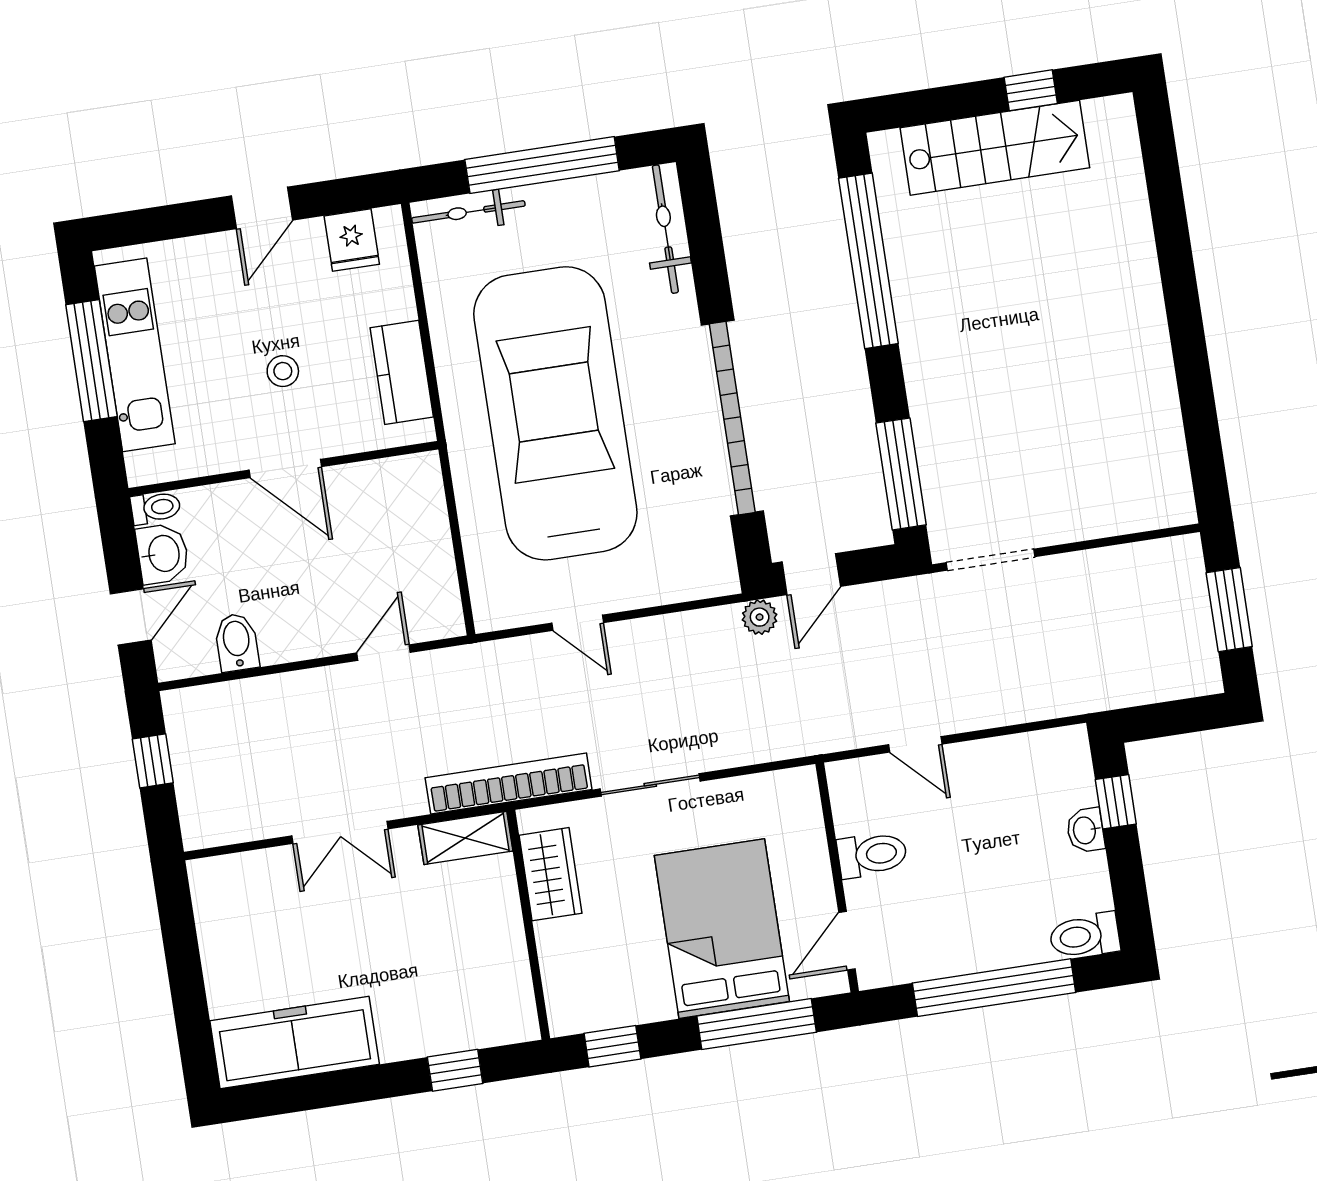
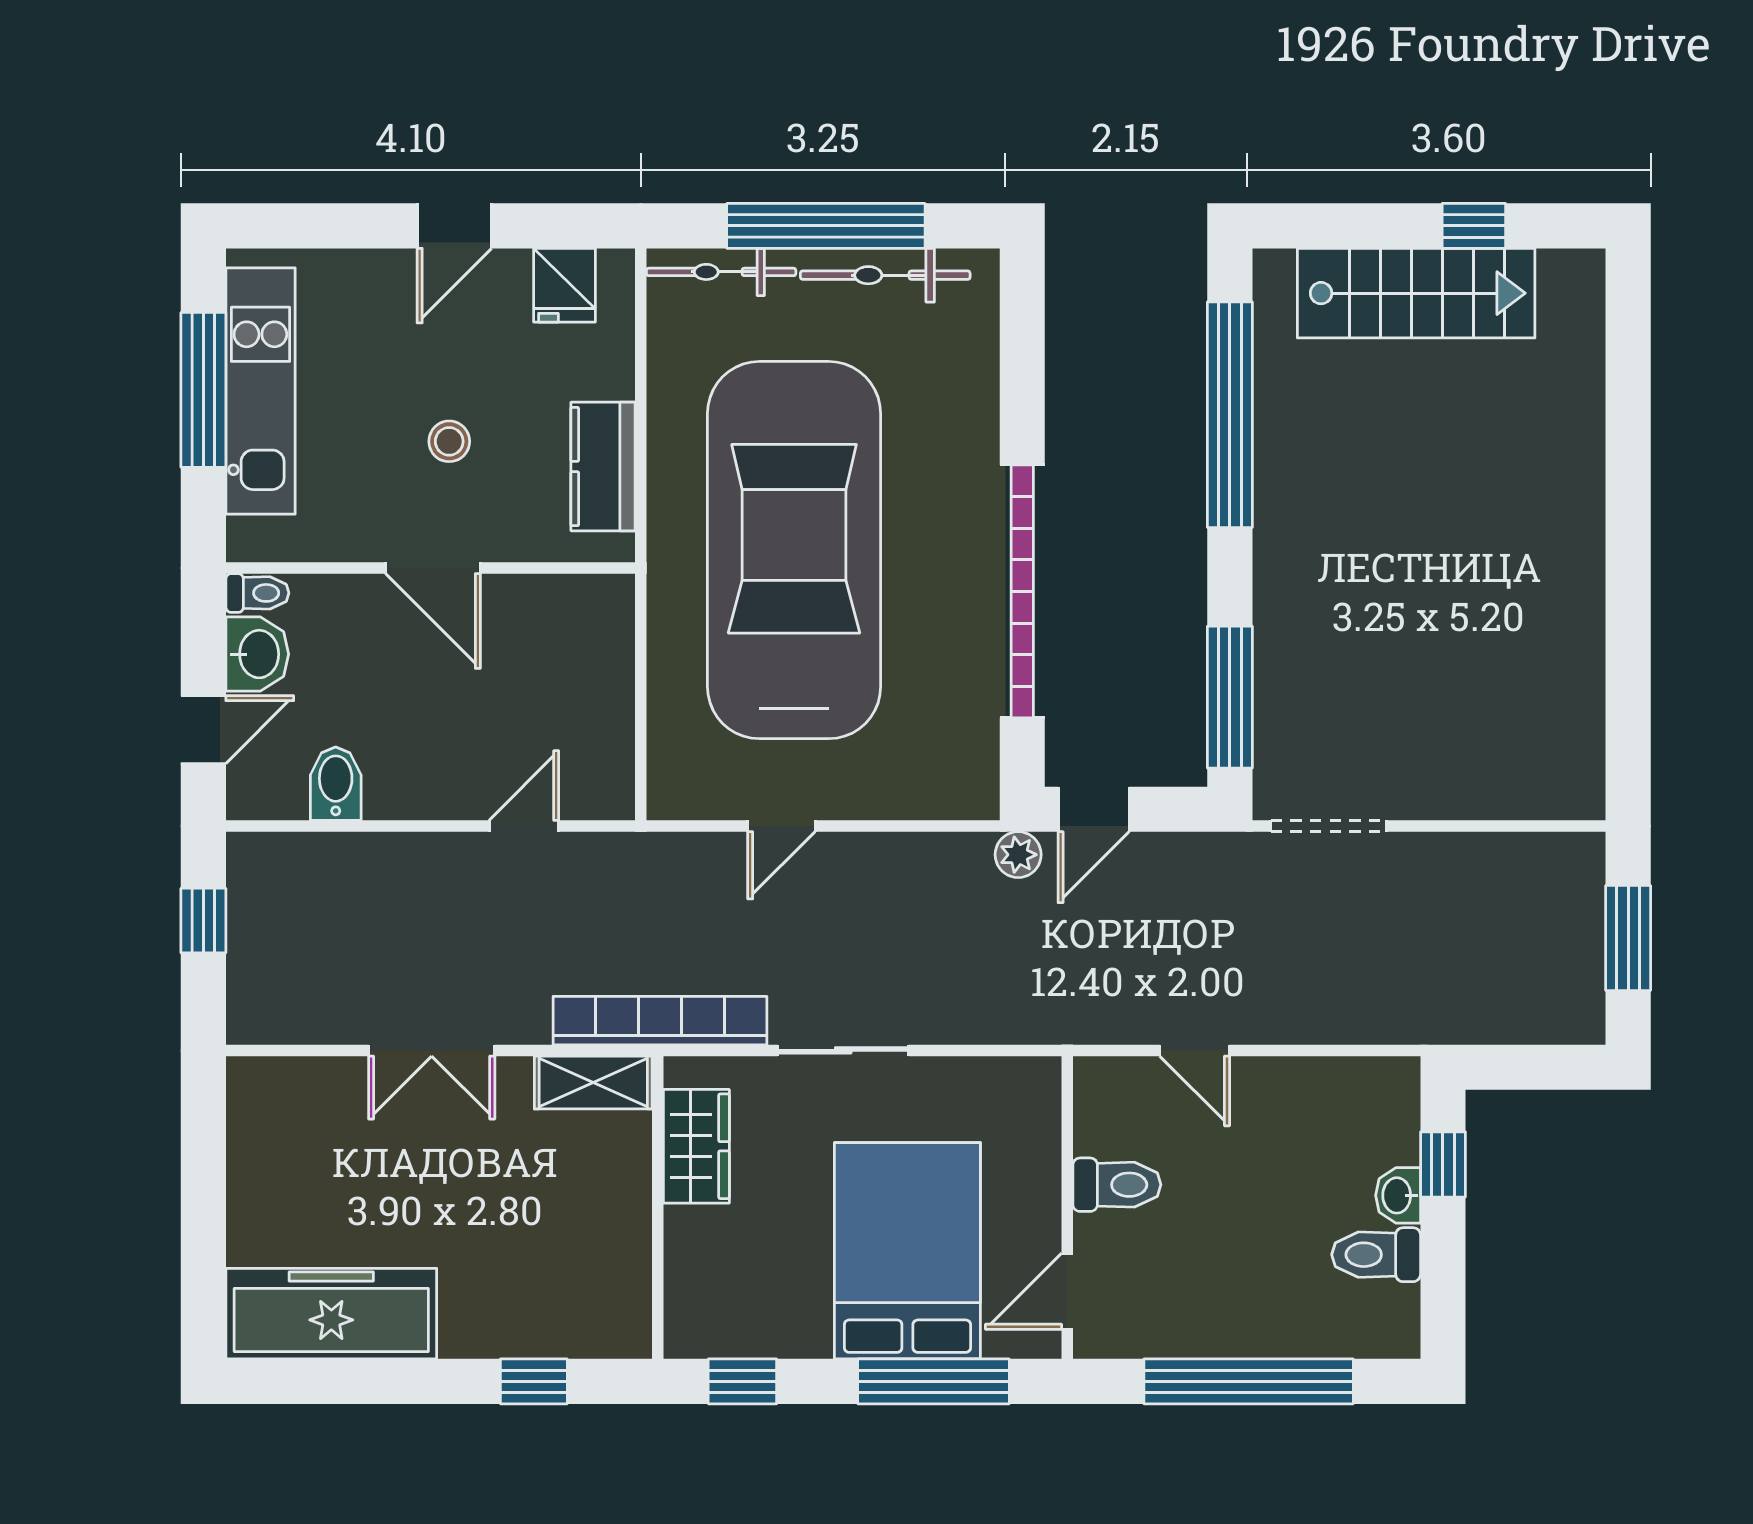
bicycle: (665, 229) -> (885, 275), moved, turned -90
door: (578, 623) -> (781, 826), hinge flipped
toilet: (1085, 936) -> (1376, 1255), moved

